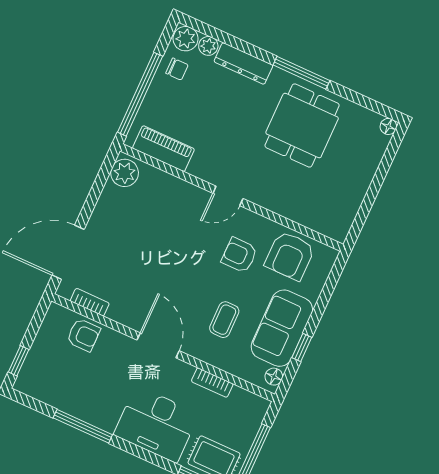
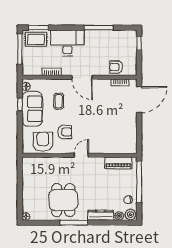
plant: (125, 173) -> (130, 145), removed

